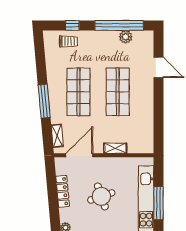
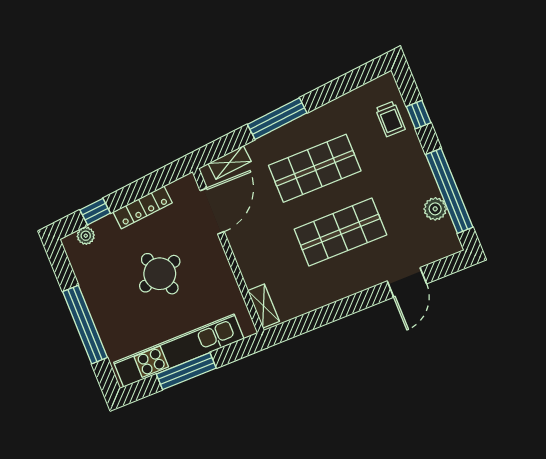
shelving: (115, 148) -> (264, 306), moved
door: (79, 155) -> (212, 211), hinge flipped
window: (55, 217) -> (95, 212), added

